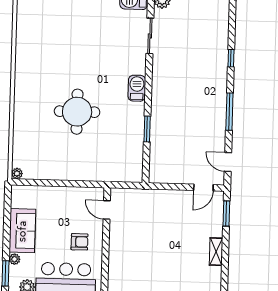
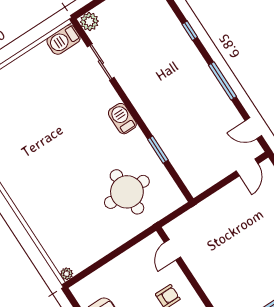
round table: (77, 112) -> (127, 192), moved
door: (107, 210) -> (172, 250), hinge flipped

